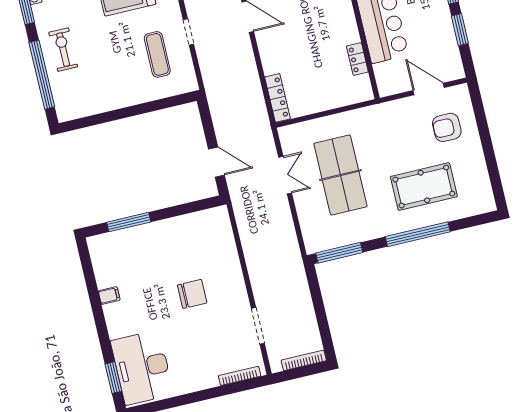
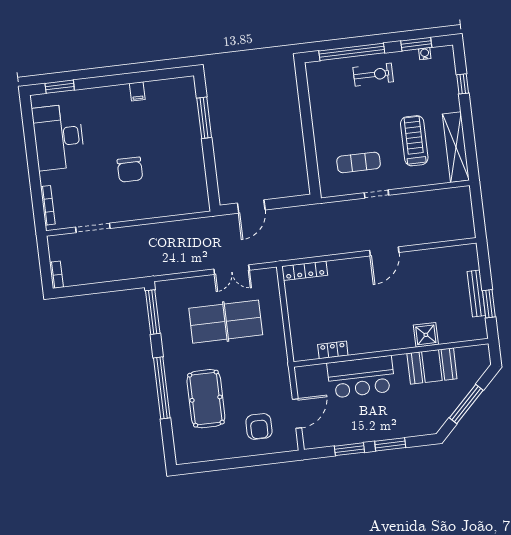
armchair: (447, 127) -> (259, 426), turned 180
bookcase: (304, 360) -> (56, 275), width x0.64
desk: (142, 368) -> (59, 137), moved, turned -90

